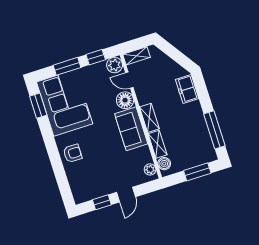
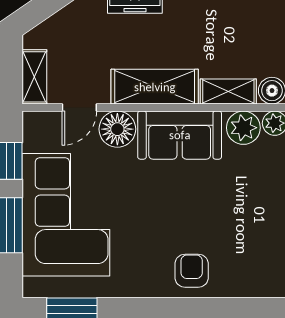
plant: (115, 65) -> (243, 128), moved
corner sofa: (65, 103) -> (66, 215), moved, turned 90
shelving: (149, 118) -> (155, 87), width x1.50, depth x1.33

